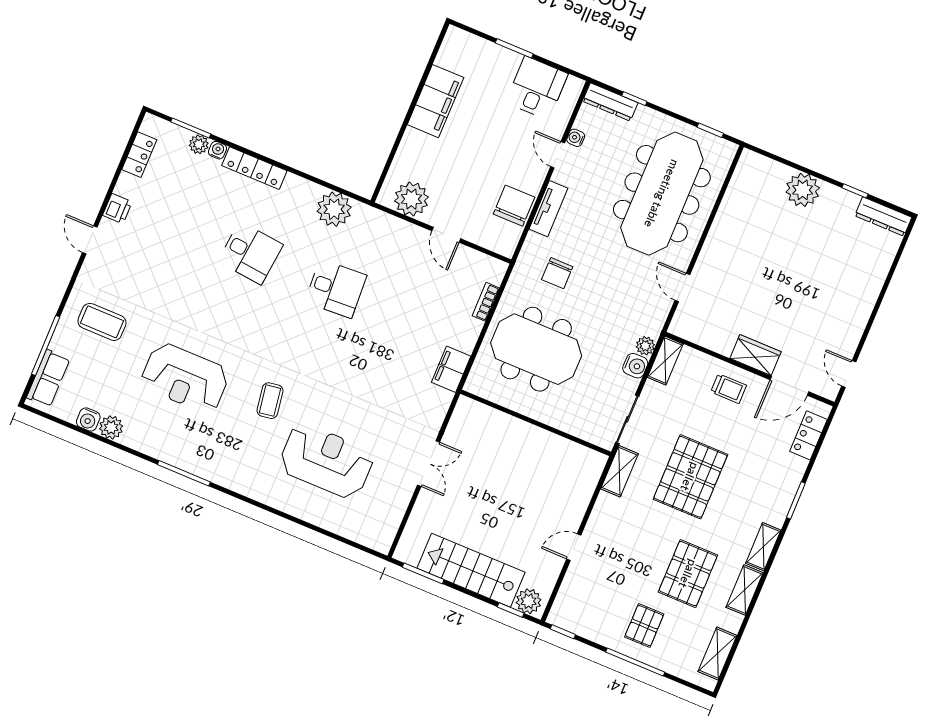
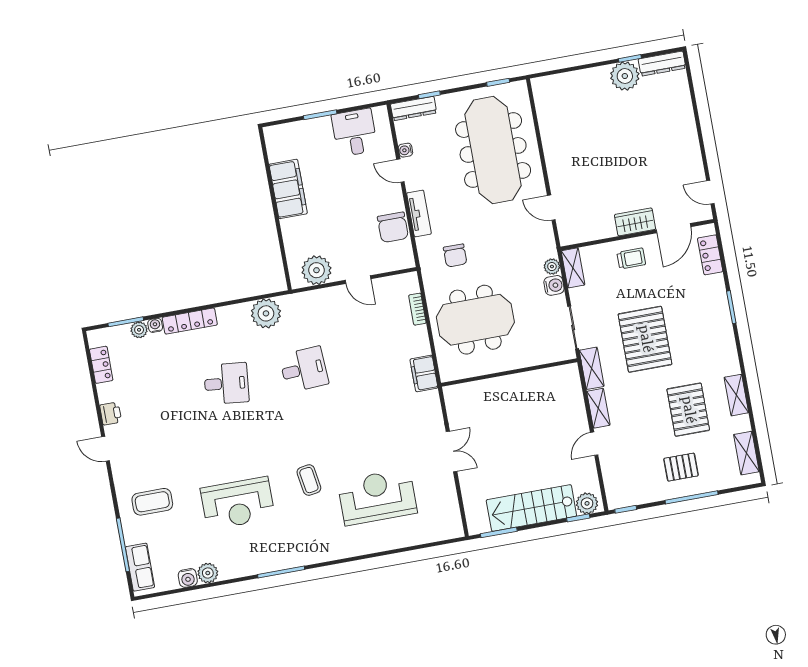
plant: (803, 190) -> (625, 76), moved
chair: (514, 206) -> (393, 227), turned 180
shelving: (763, 547) -> (598, 408), moved
pallet: (644, 626) -> (681, 467), turned 90

